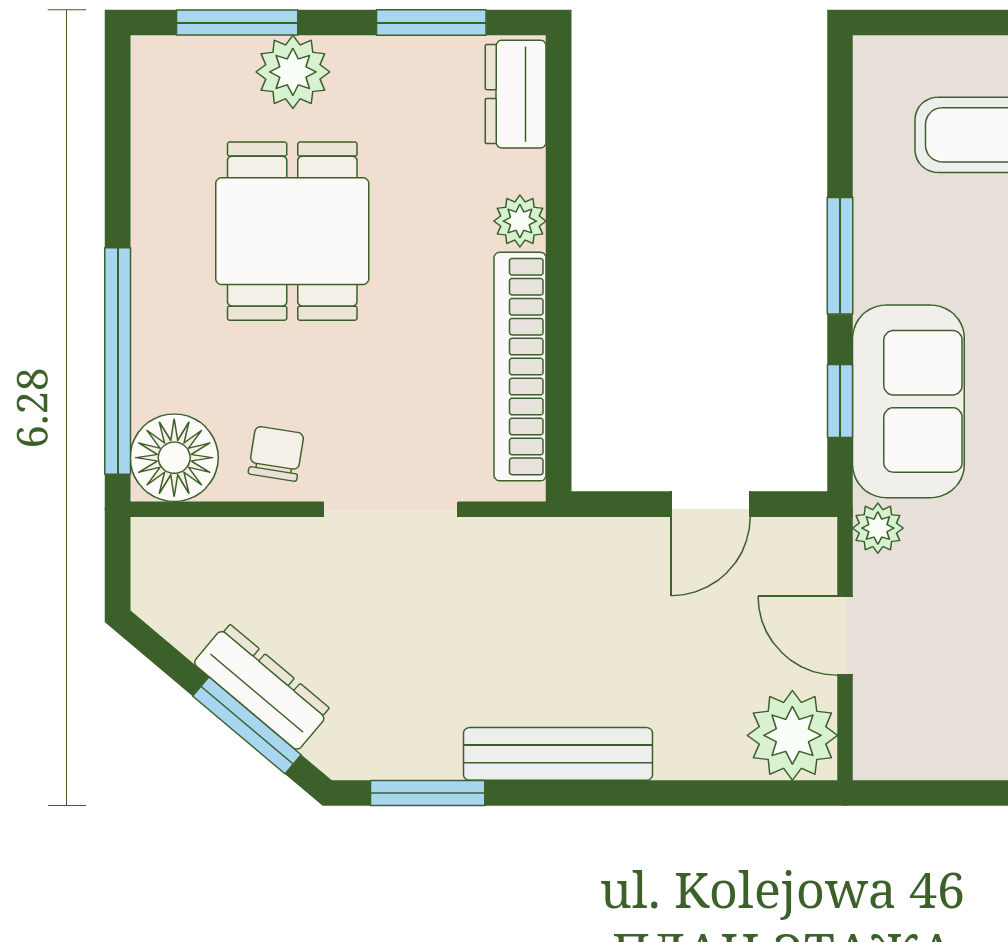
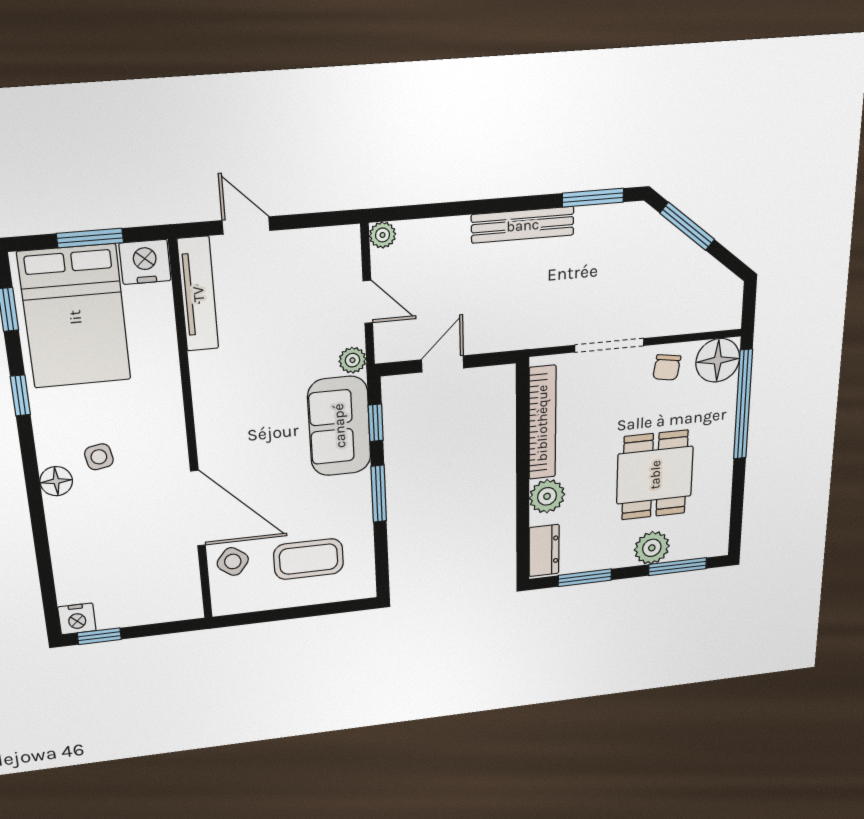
plant: (520, 221) -> (547, 496), width x1.38, depth x1.38
dresser: (262, 687) -> (678, 248), removed
plant: (792, 735) -> (383, 235), width x0.53, depth x0.53

